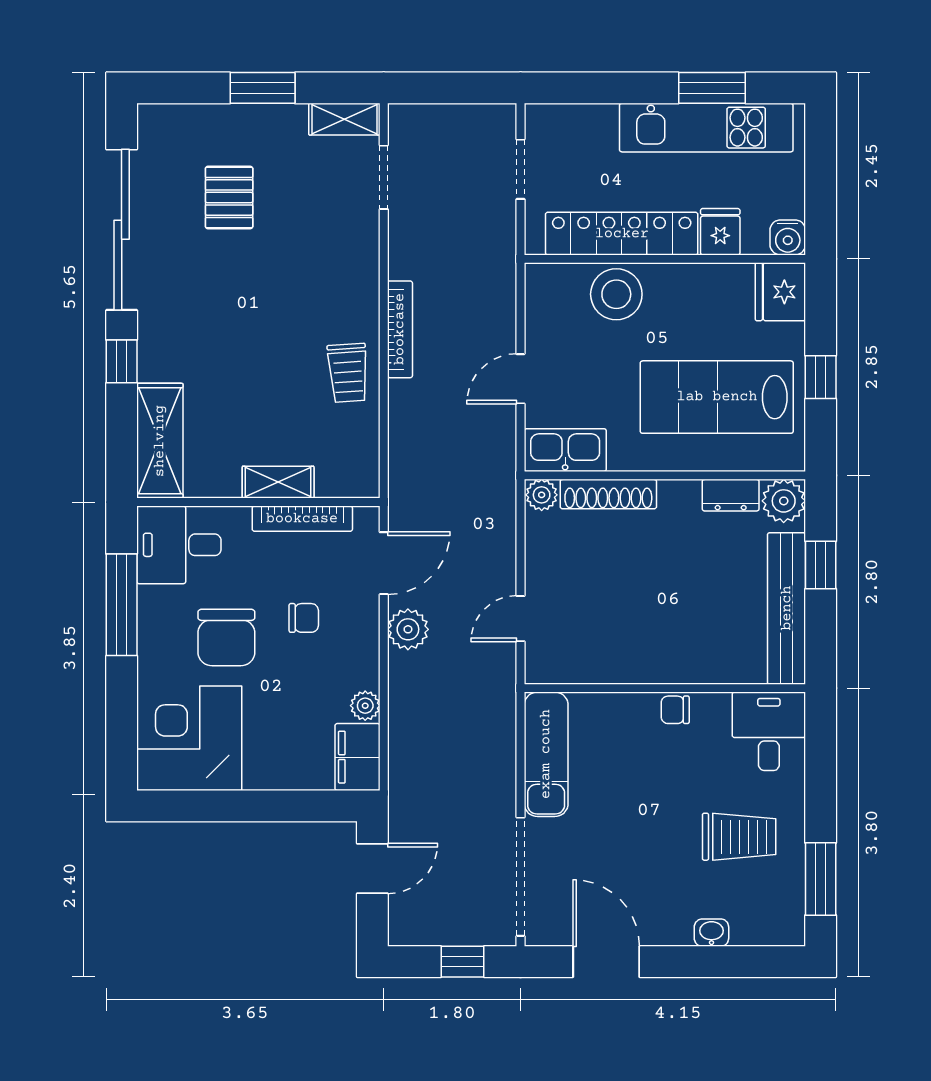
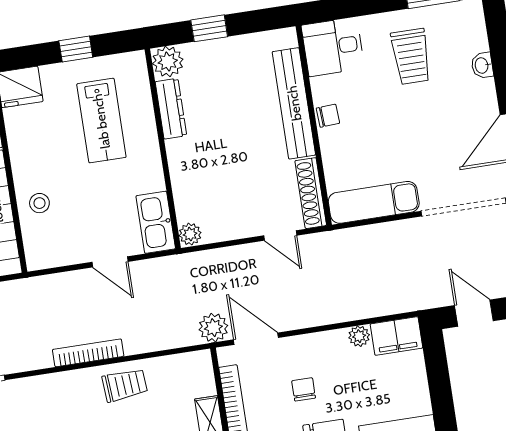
stool: (616, 294) -> (39, 203), width x0.53, depth x0.53
lab bench: (717, 397) -> (101, 121), width x0.73, depth x0.72
shoe rack: (608, 494) -> (311, 193), moved, turned 180
dresser: (731, 495) -> (171, 109), width x1.44
bench: (787, 608) -> (294, 103), moved, turned 90
plant: (408, 629) -> (213, 328), moved
chair: (675, 710) -> (328, 116), turned -93
trolley: (739, 837) -> (411, 56), turned 180

